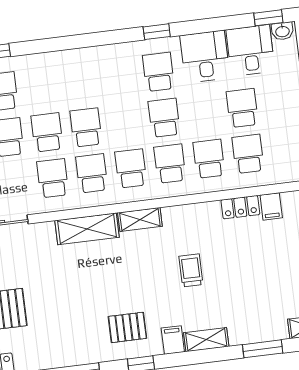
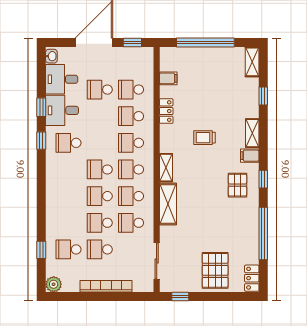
window: (268, 18) -> (41, 107), moved
school desk: (164, 118) -> (100, 169), moved
locker: (240, 207) -> (166, 111), moved
window: (263, 349) -> (263, 96), width x0.67

